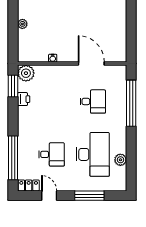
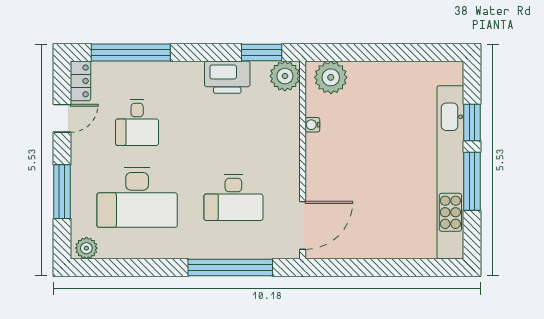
plant: (22, 24) -> (331, 77), moved, width x1.87, depth x1.87
door: (91, 64) -> (303, 225), moved
printer: (24, 99) -> (227, 77), width x1.87, depth x1.48
desk: (93, 101) -> (233, 198), width x1.37
plant: (120, 160) -> (86, 248), moved

